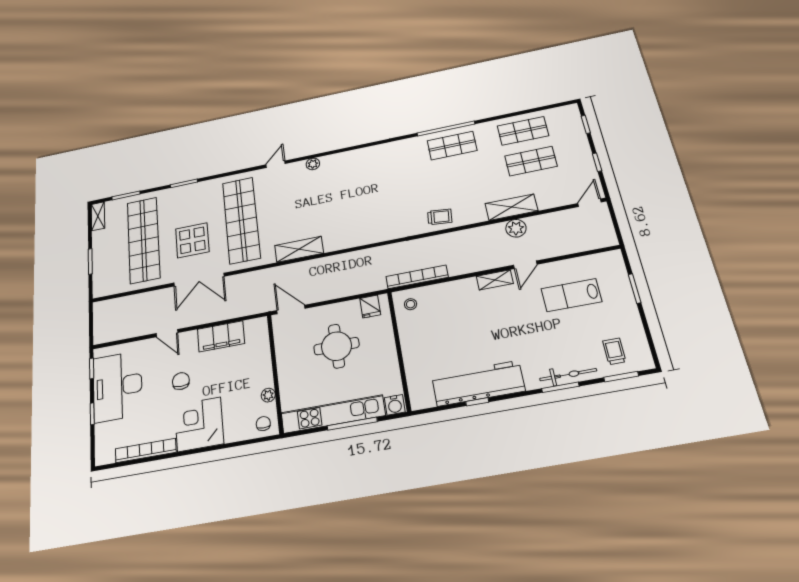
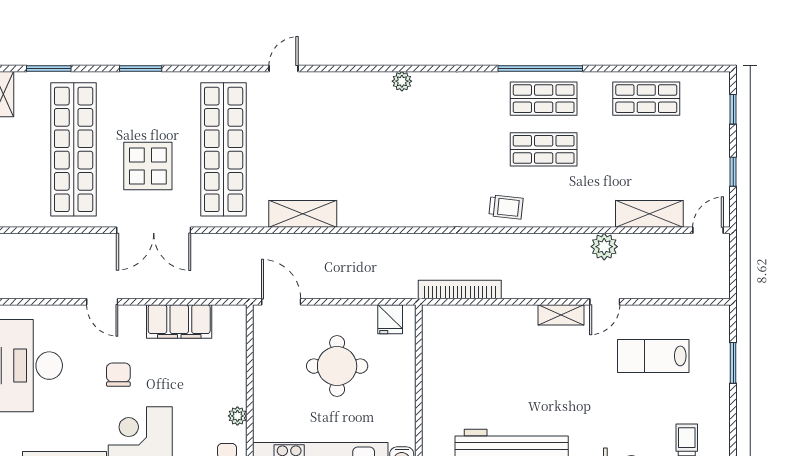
shop shelf: (531, 161) -> (544, 149), moved
plant: (313, 164) -> (402, 81), moved
shelving: (511, 207) -> (649, 214), moved
stool: (411, 304) -> (445, 327), removed

